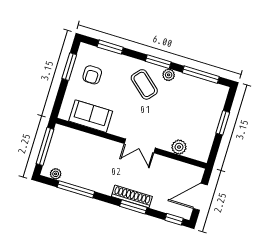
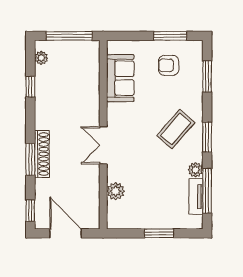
plant: (169, 75) -> (195, 170), moved
tv unit: (203, 85) -> (196, 197), added
window: (76, 189) -> (30, 87), width x0.46

